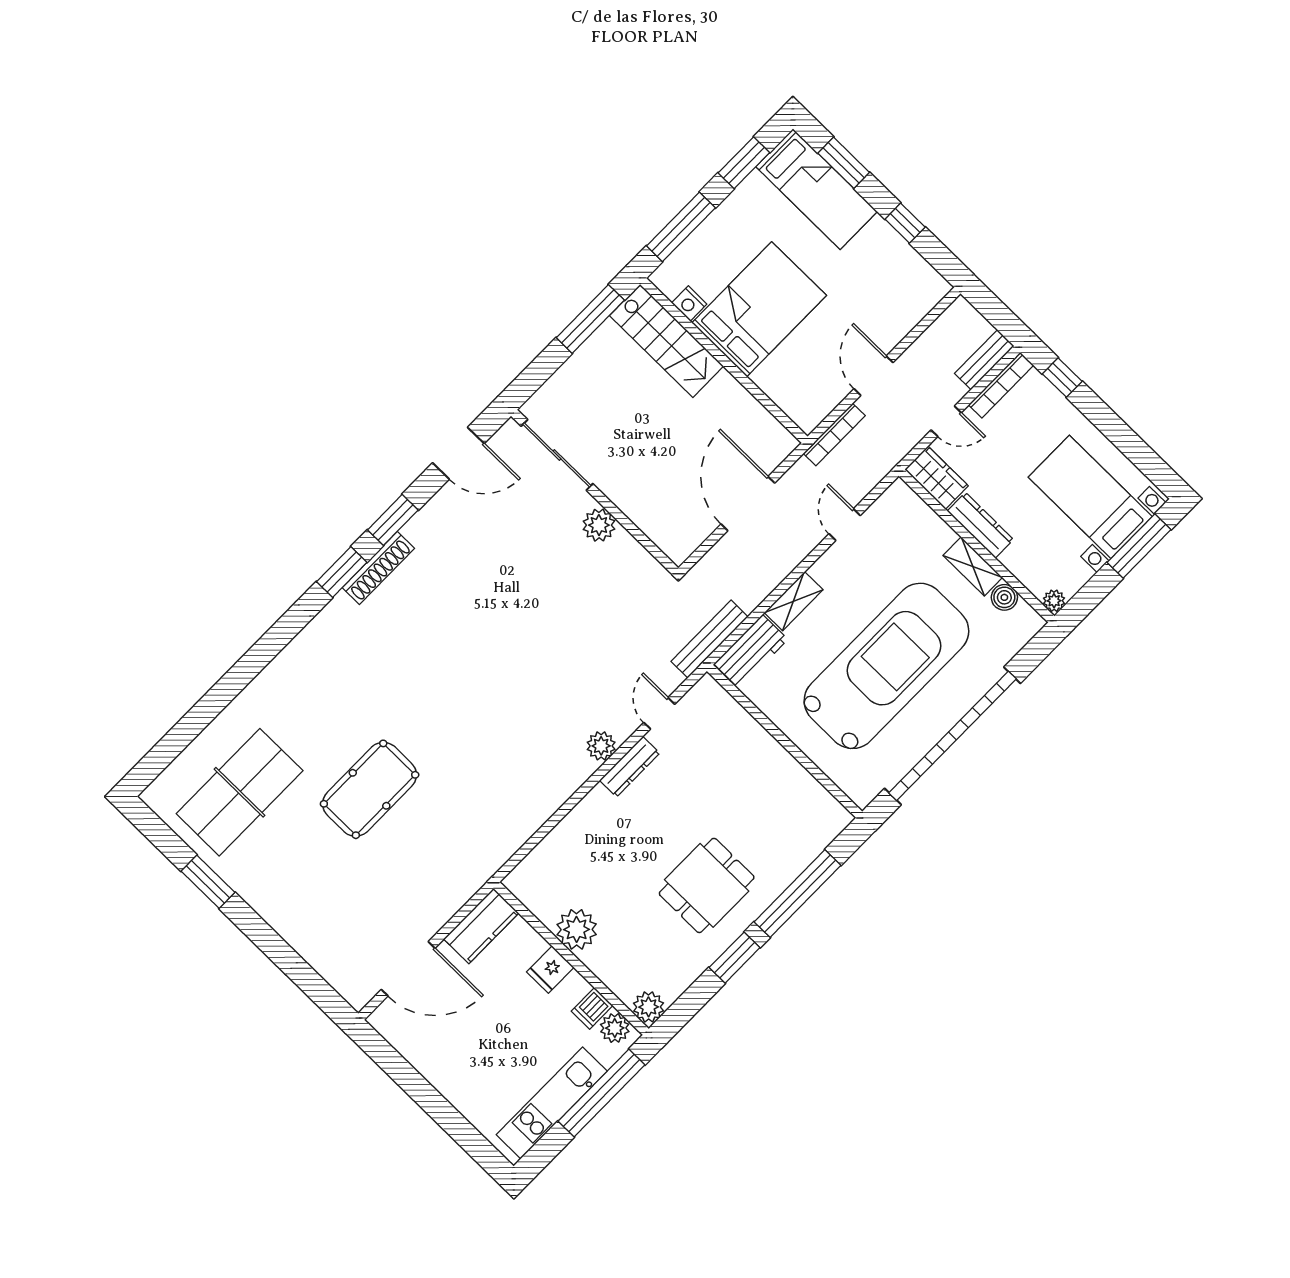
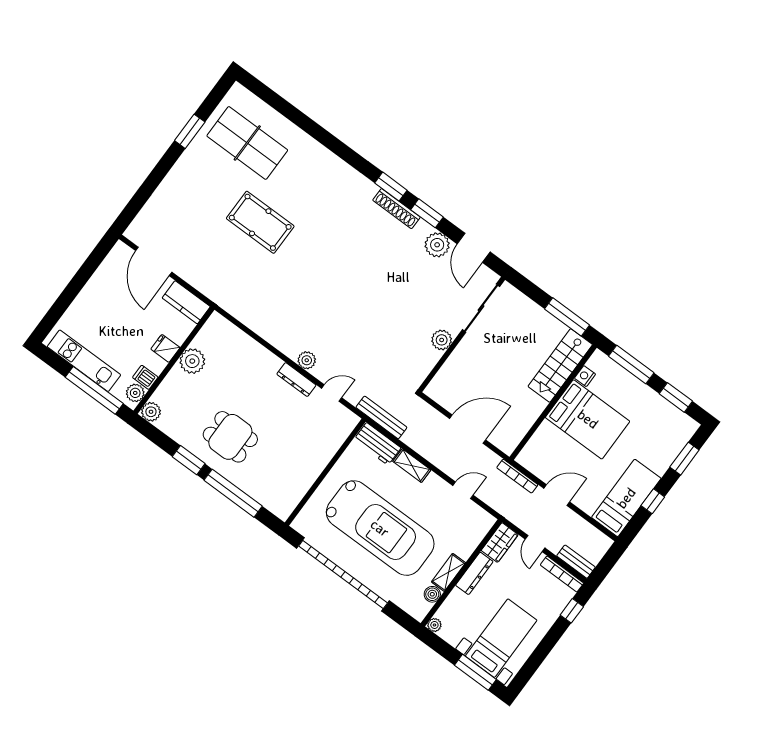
bed: (817, 189) -> (626, 498), moved, turned 180
plant: (445, 511) -> (437, 245), added

